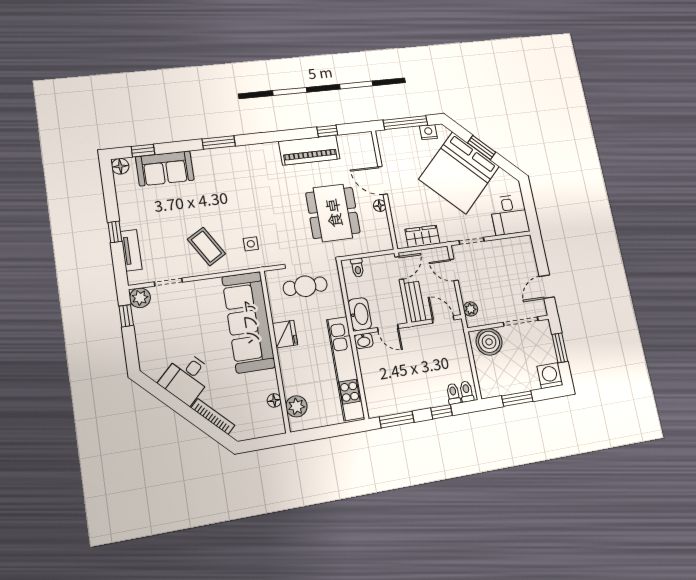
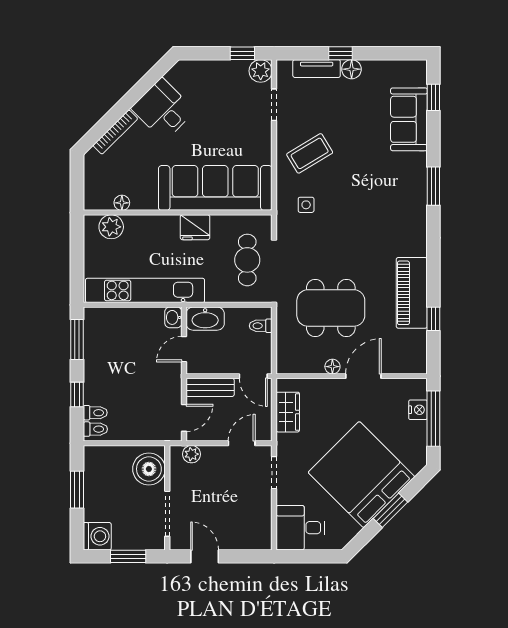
nightstand: (428, 132) -> (418, 410), moved
floor lamp: (120, 166) -> (352, 69), moved

